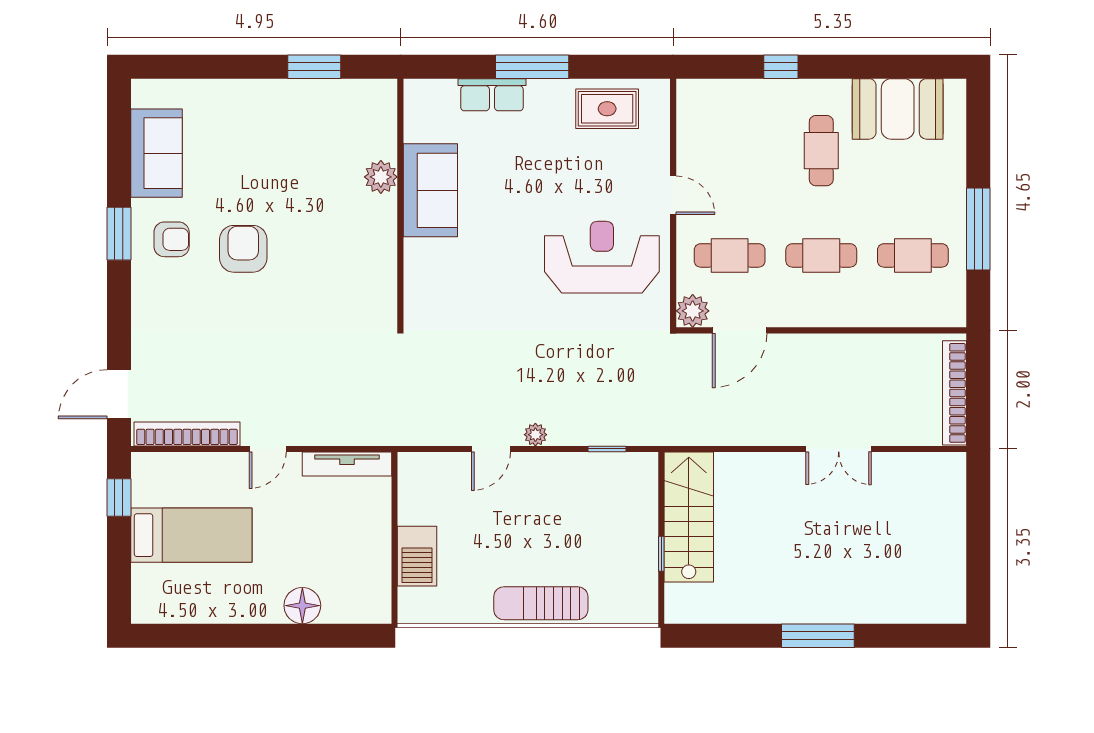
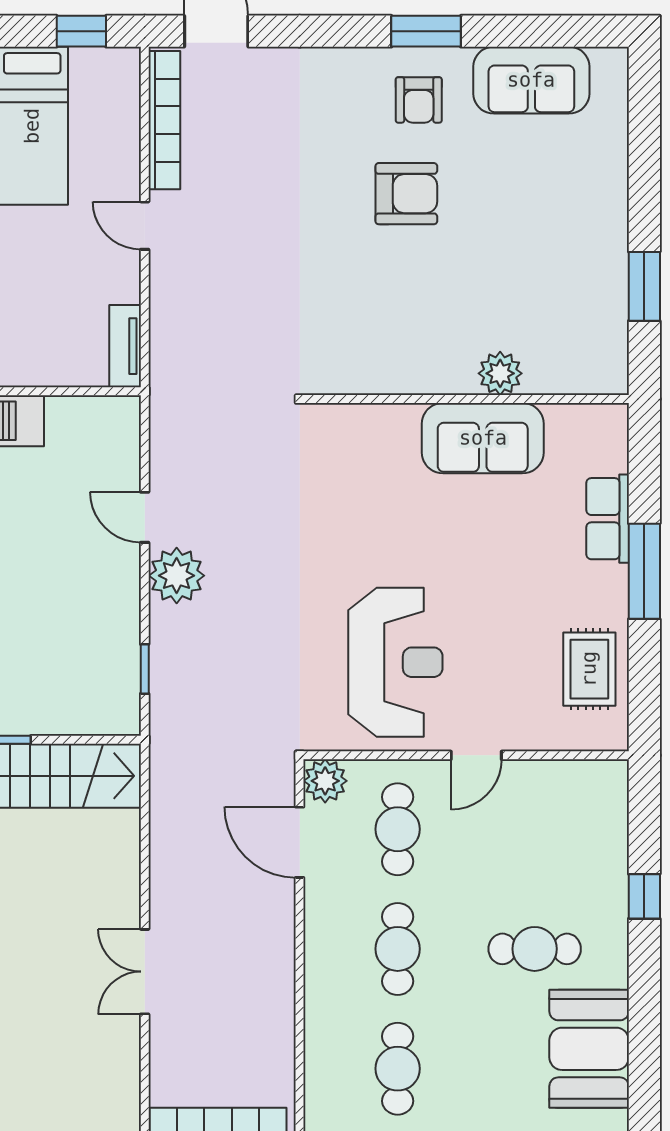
plant: (535, 435) -> (177, 576), width x1.87, depth x1.87
tv unit: (347, 464) -> (125, 346), width x0.71

